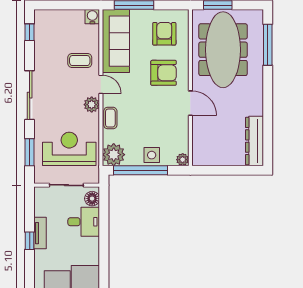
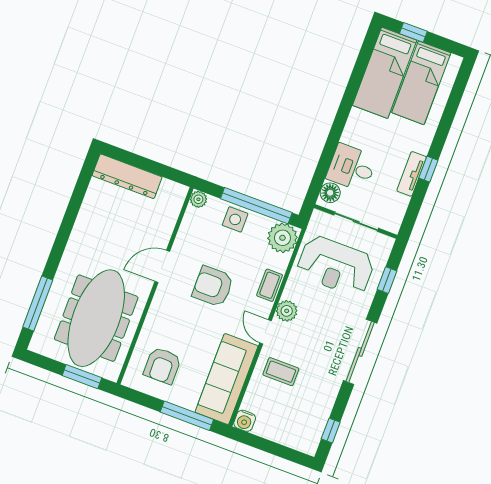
armchair: (164, 73) -> (213, 286), moved
door: (190, 103) -> (162, 266), hinge flipped
dresser: (254, 141) -> (127, 176), moved, turned 90
window: (30, 152) -> (387, 280), width x0.67

